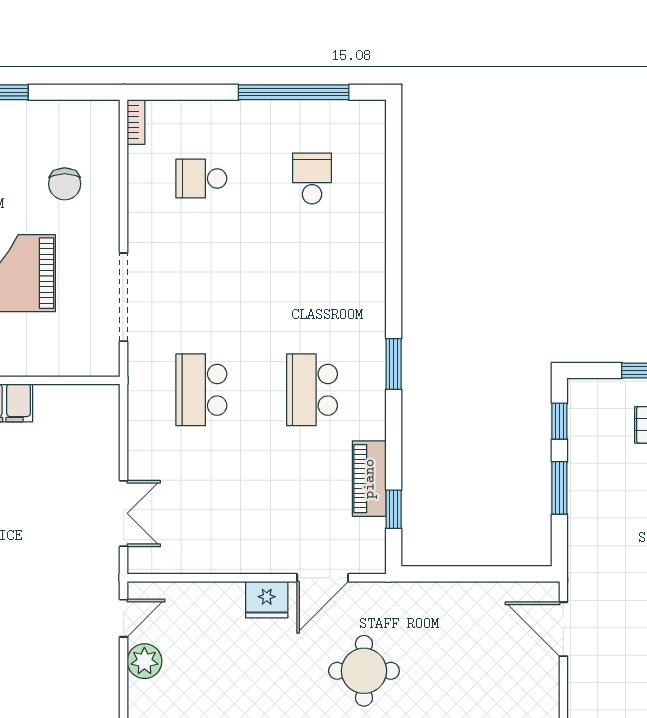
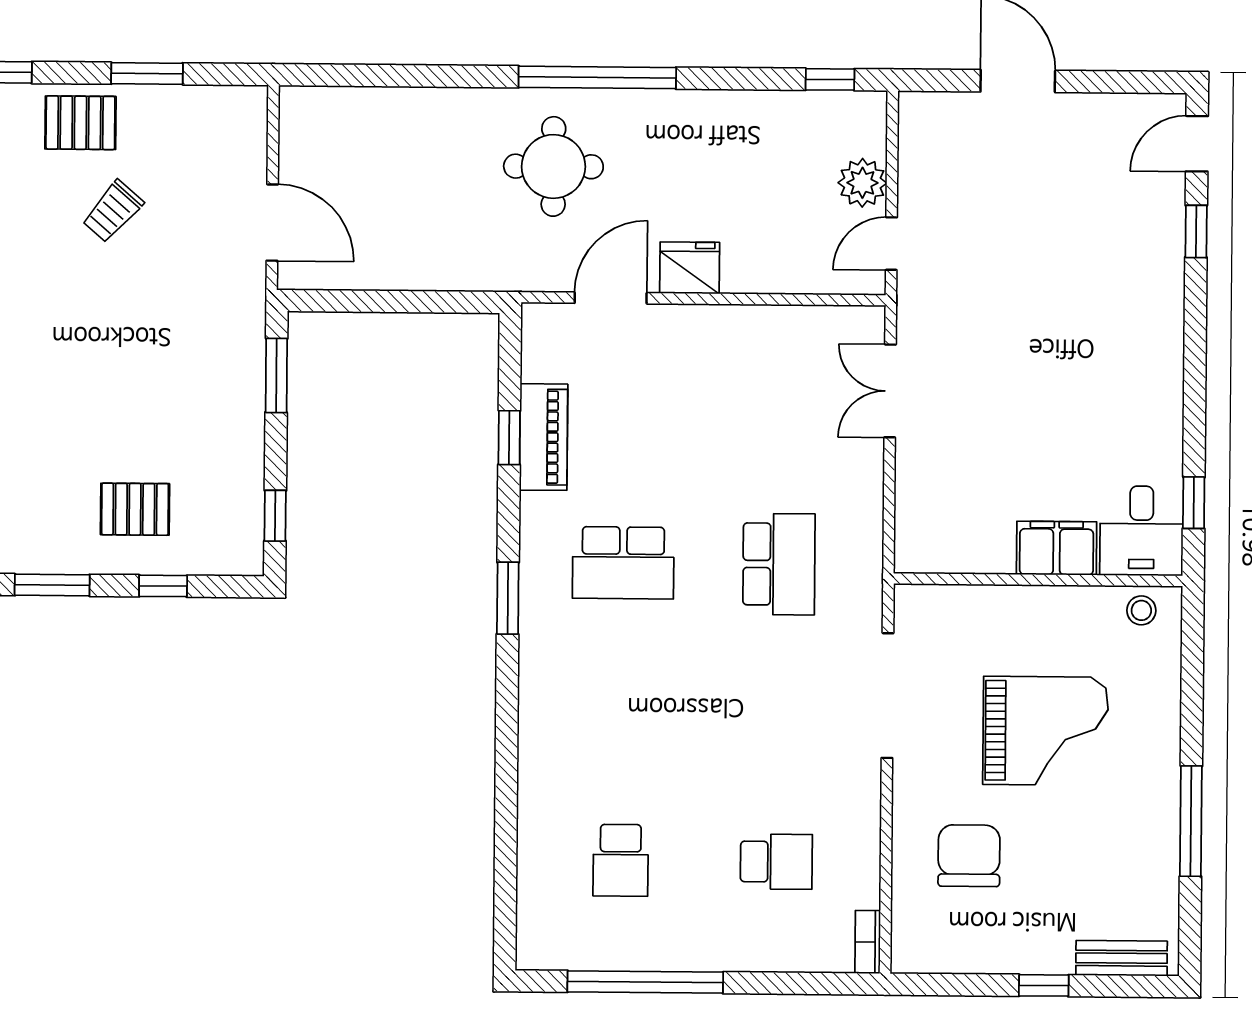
chair: (65, 184) -> (969, 856), width x1.37, depth x1.37
school desk: (312, 390) -> (623, 563), turned 90
window: (559, 488) -> (276, 375), moved
window: (394, 509) -> (509, 438), moved

